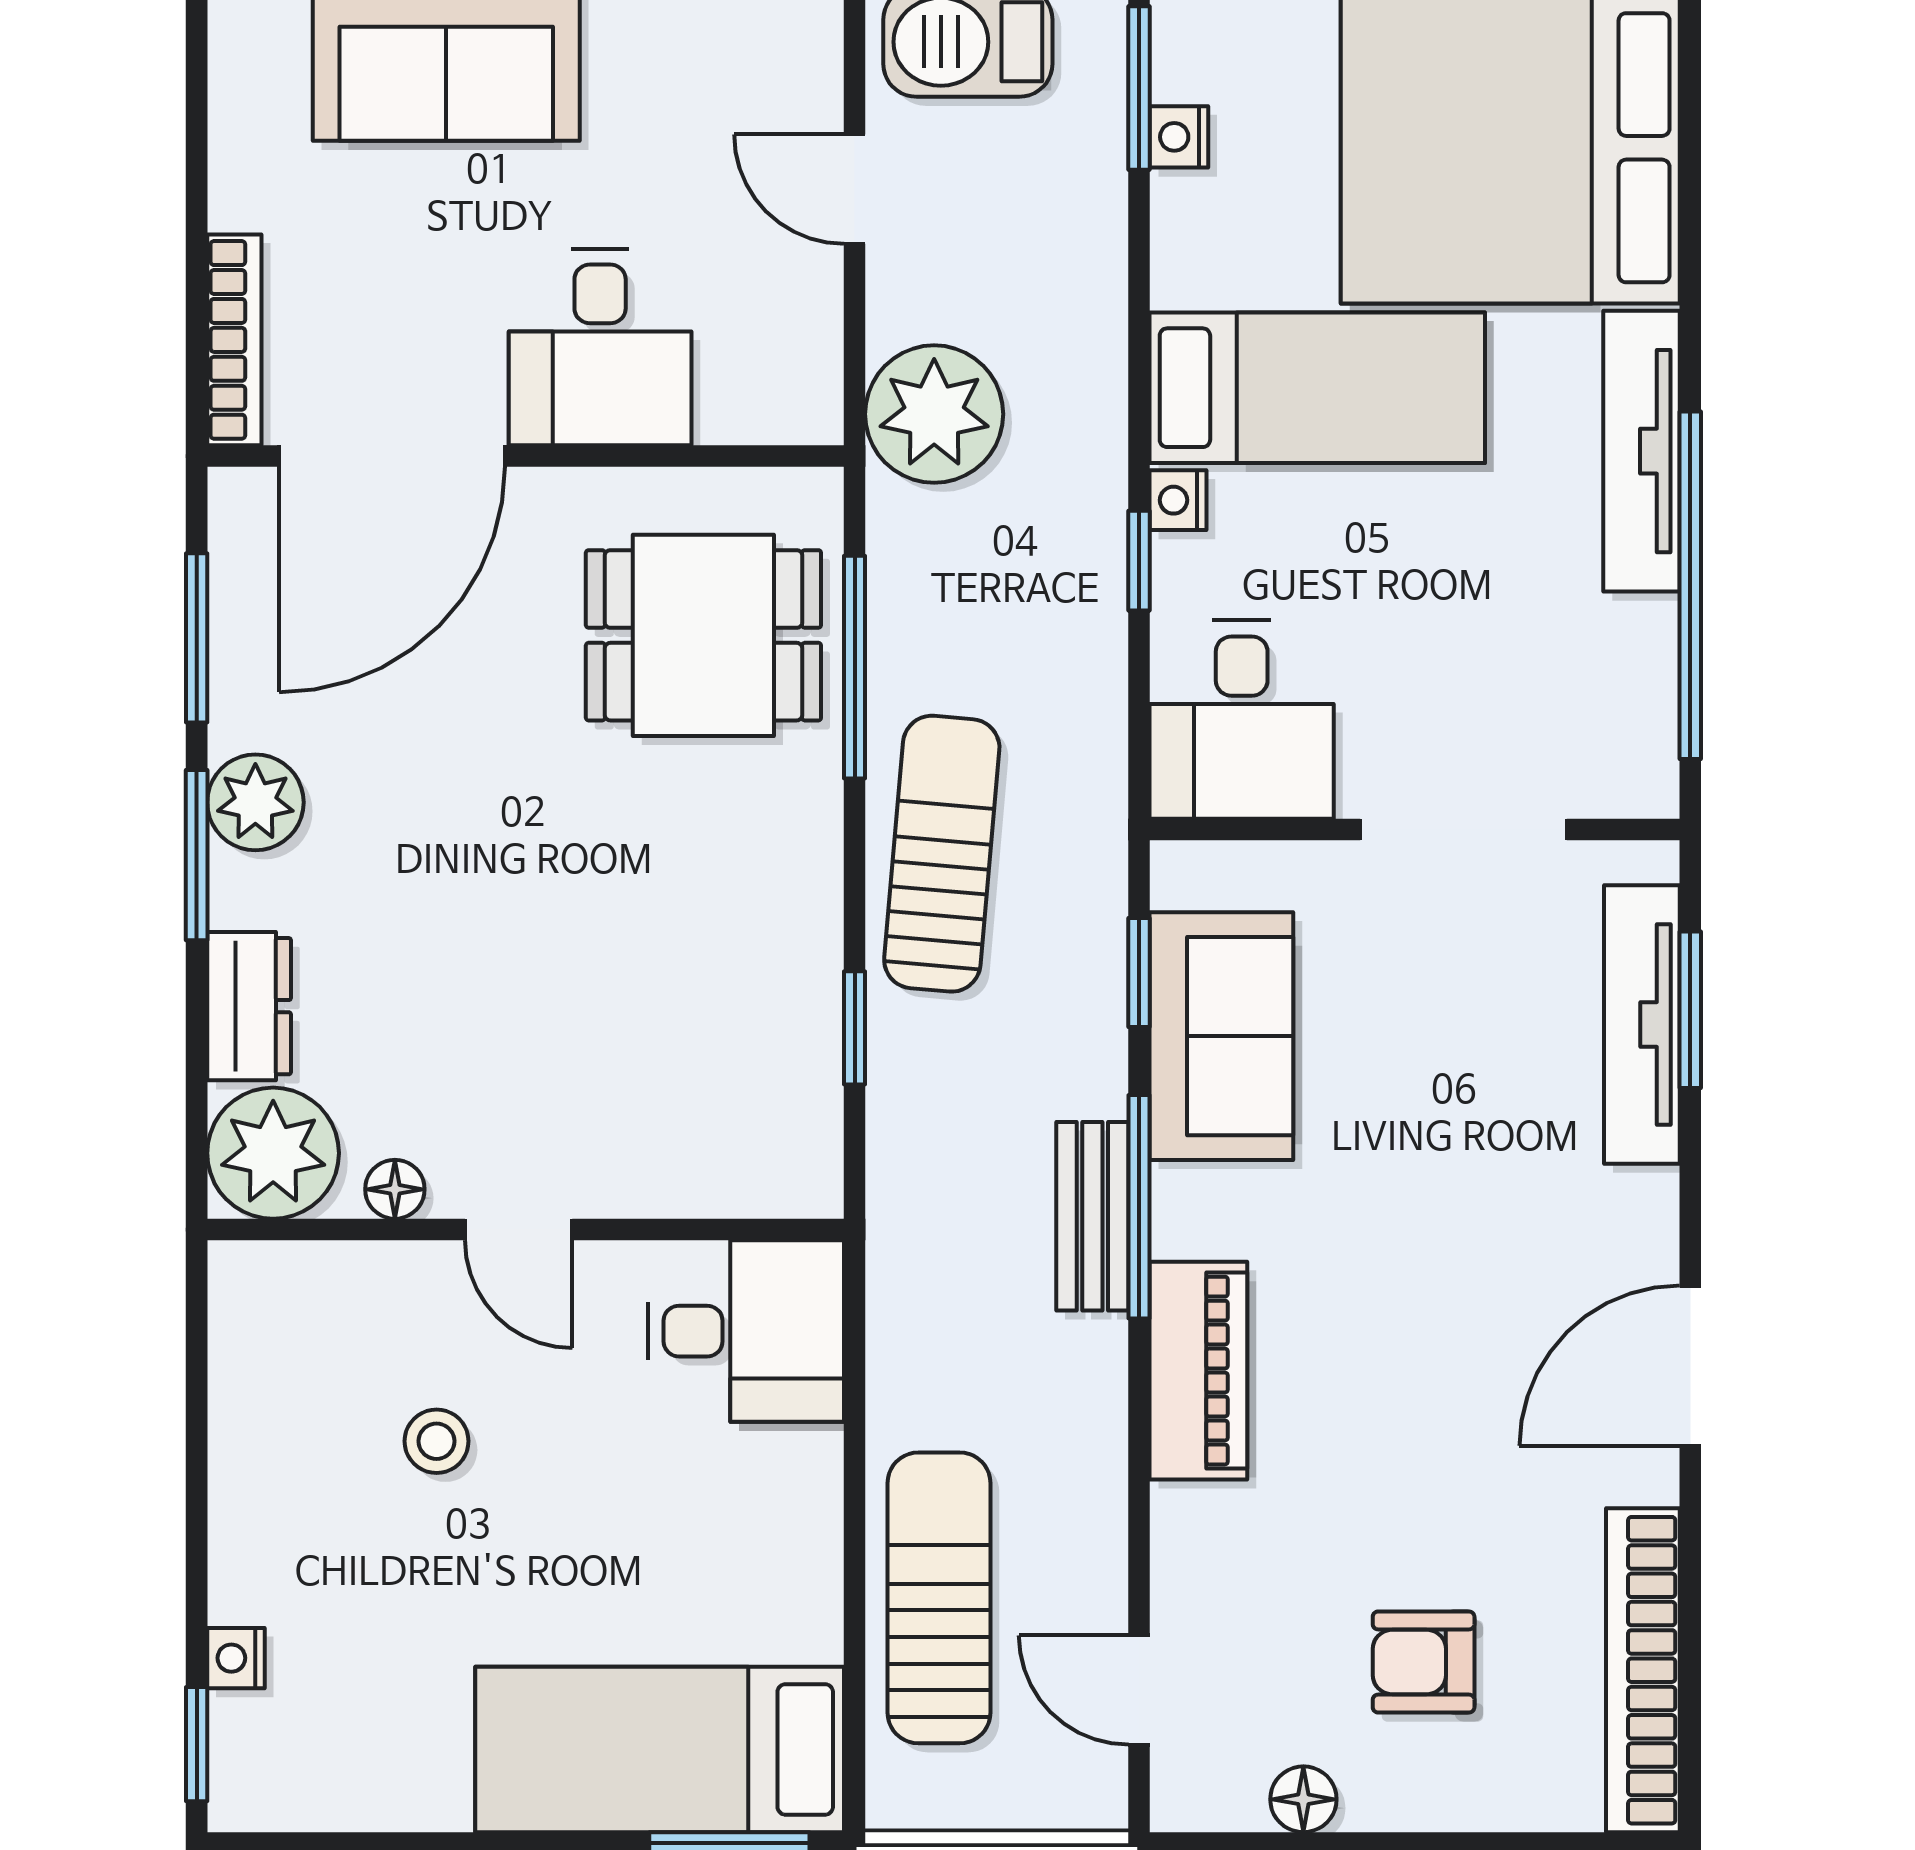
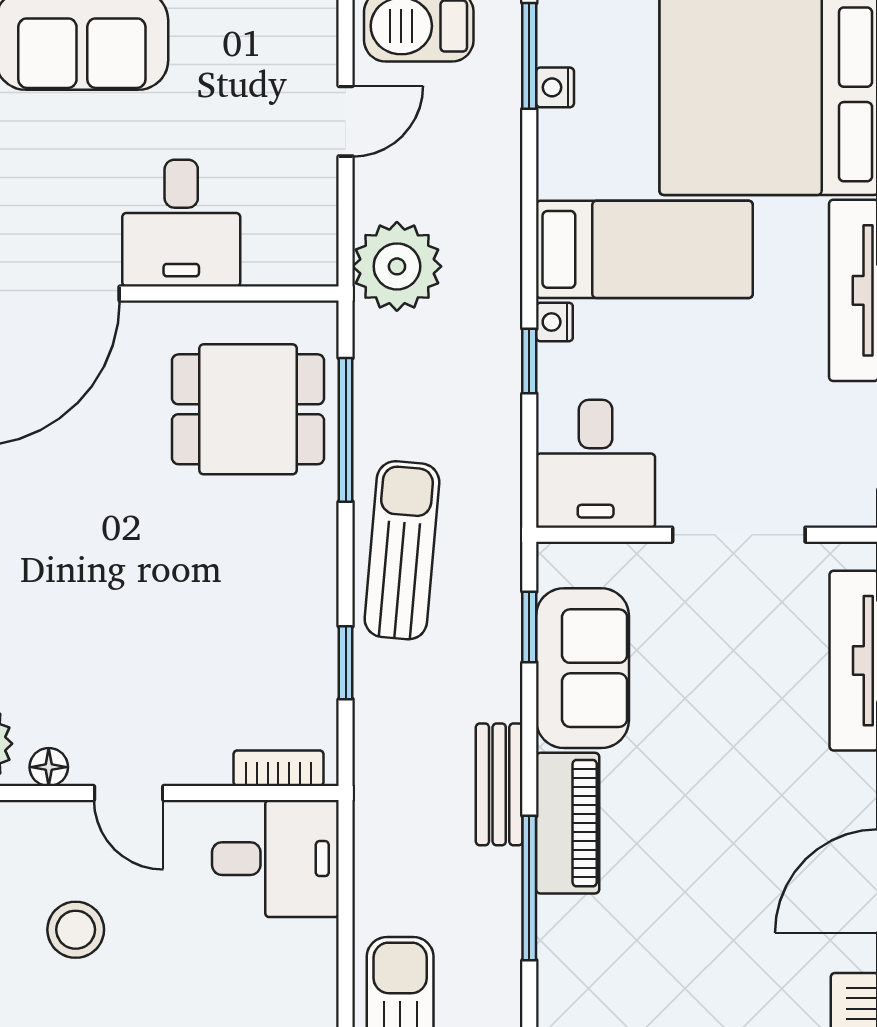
door: (855, 189) -> (346, 121), swing flipped
bookcase: (751, 1191) -> (278, 768), added
window: (1139, 1207) -> (529, 888), moved
piano: (1198, 1371) -> (568, 823), moved
stool: (437, 1441) -> (76, 930), width x1.37, depth x1.37

